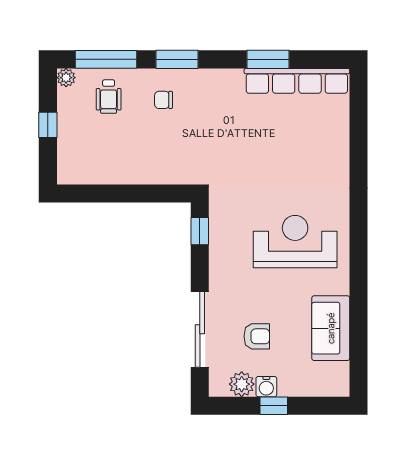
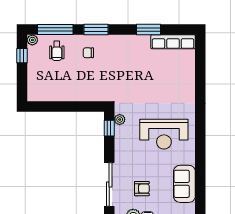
row of seats: (297, 81) -> (173, 42), width x0.73
window: (48, 125) -> (22, 56), moved
plant: (218, 216) -> (120, 119), added
reception desk: (295, 242) -> (164, 134), turned 180

